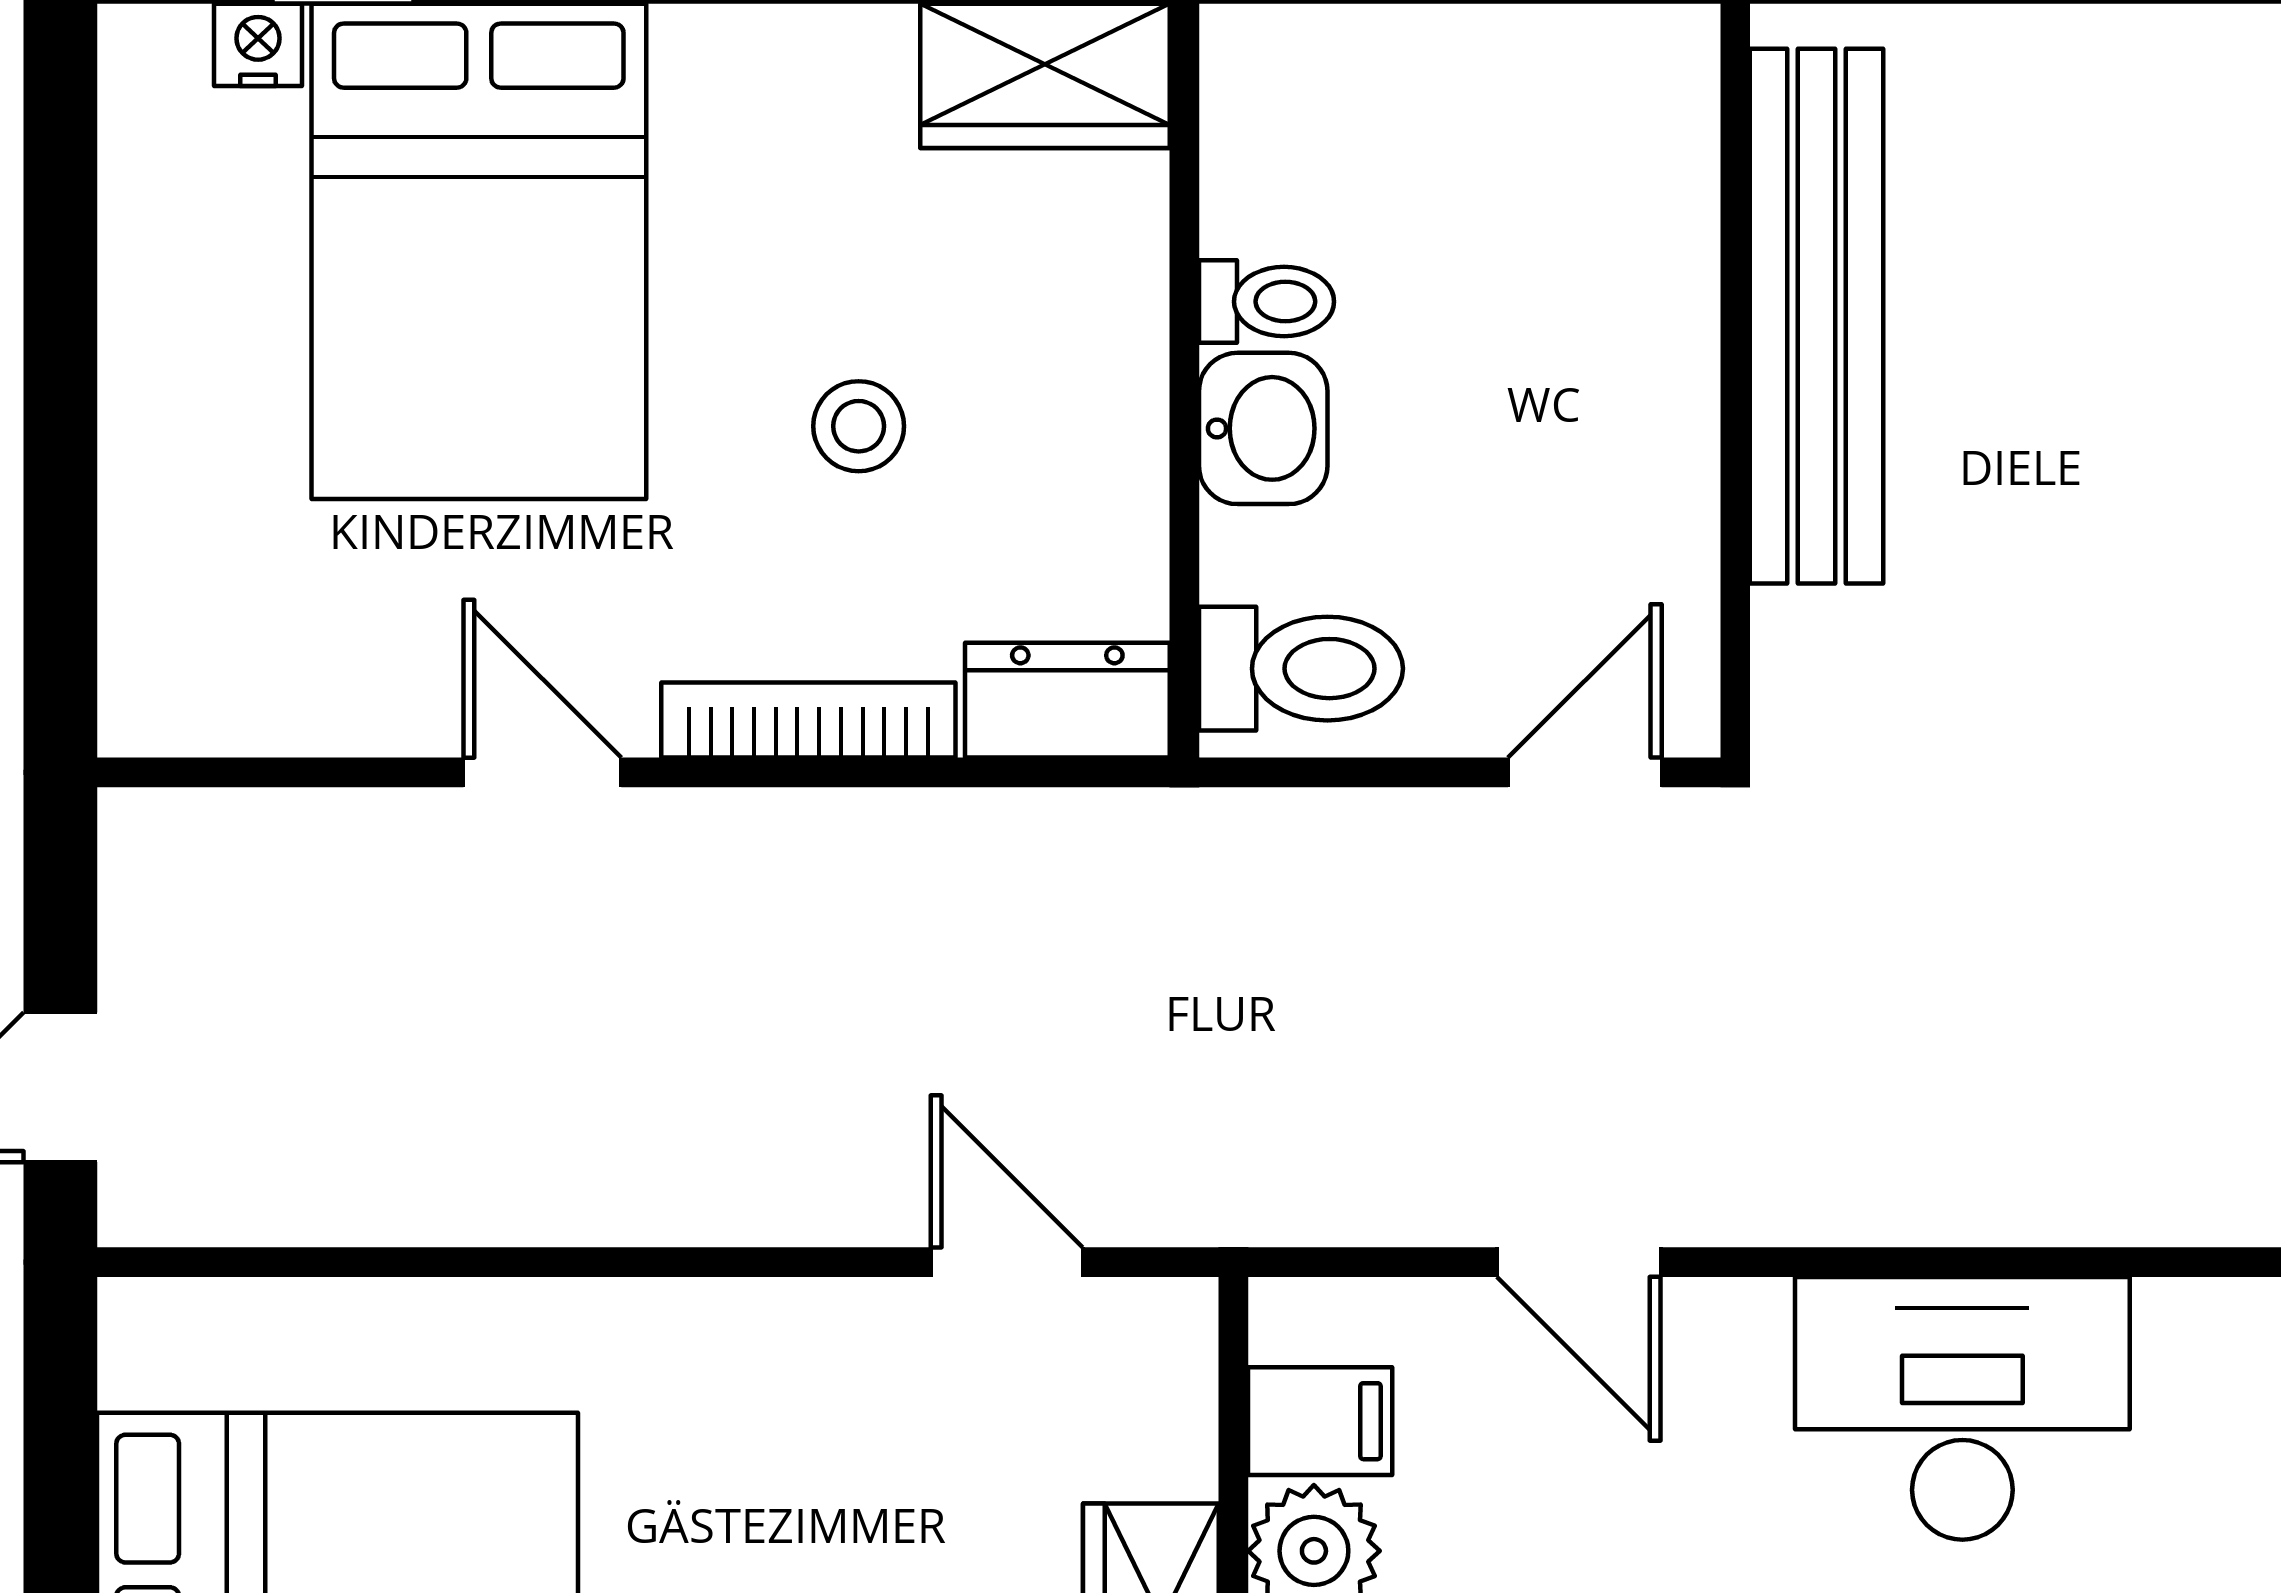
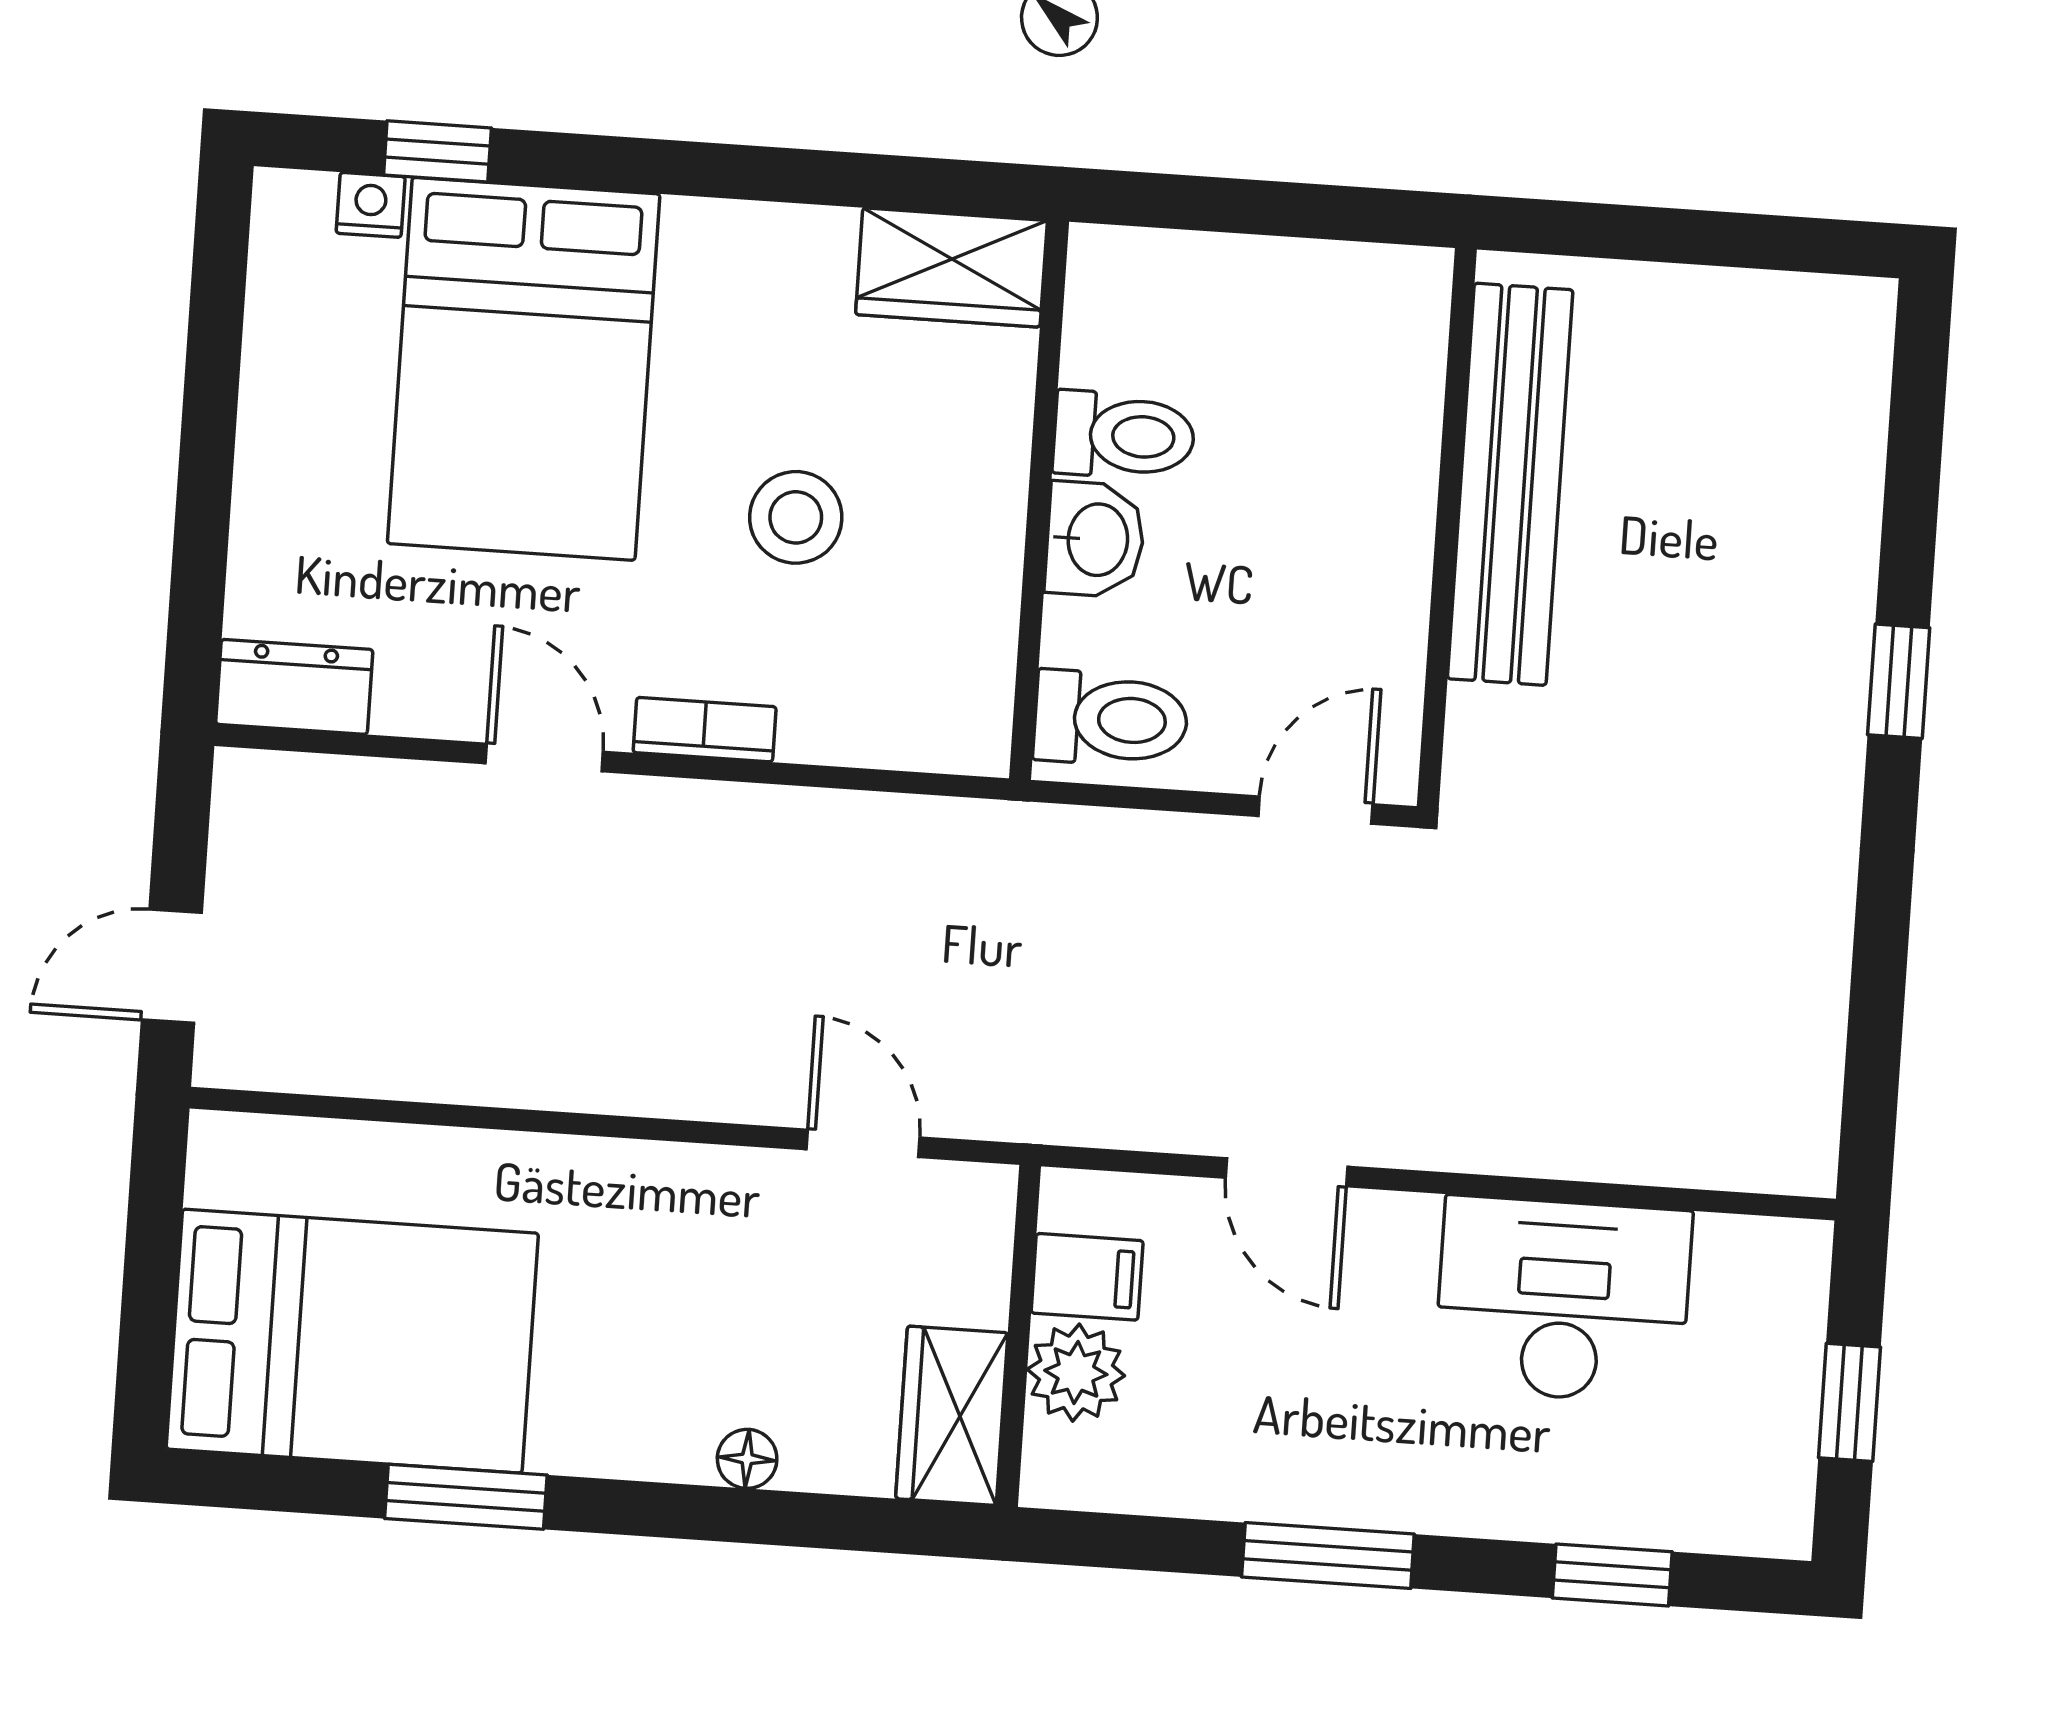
toilet: (1266, 302) -> (1124, 436), width x1.37, depth x1.39
stool: (859, 426) -> (796, 517), width x1.37, depth x1.37
dresser: (1067, 700) -> (294, 687), moved
bookcase: (808, 720) -> (705, 730), width x0.64

